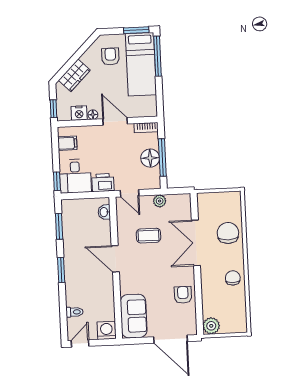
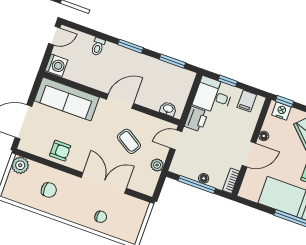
nightstand: (79, 113) -> (281, 111), moved, turned 90
floor lamp: (150, 158) -> (204, 178), width x0.53, depth x0.53
window: (57, 181) -> (228, 81), moved
chair: (228, 233) -> (101, 217), width x0.54, depth x0.54
coffee table: (149, 236) -> (129, 141), turned -58
chair: (233, 278) -> (49, 190), moved
toilet: (74, 312) -> (98, 47), moved
sofa: (134, 316) -> (67, 99), width x1.36
door: (80, 343) -> (54, 36), hinge flipped

